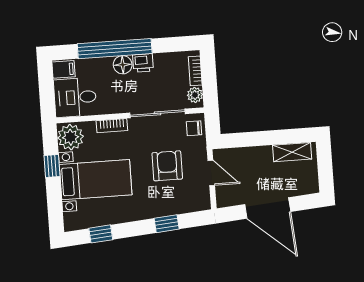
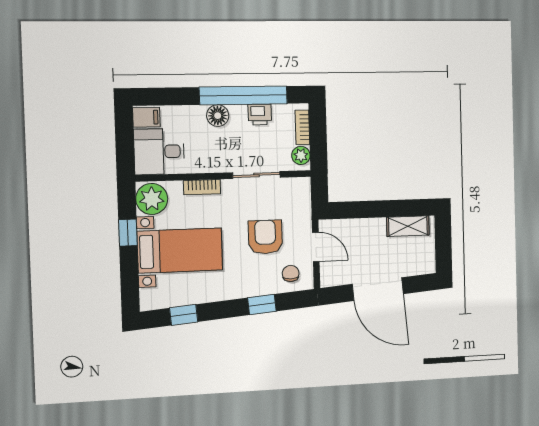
window: (115, 49) -> (243, 95), moved
printer: (143, 63) -> (260, 114), moved
sliding door: (157, 113) -> (256, 175), width x0.73
chair: (194, 128) -> (291, 273), moved, turned 90

